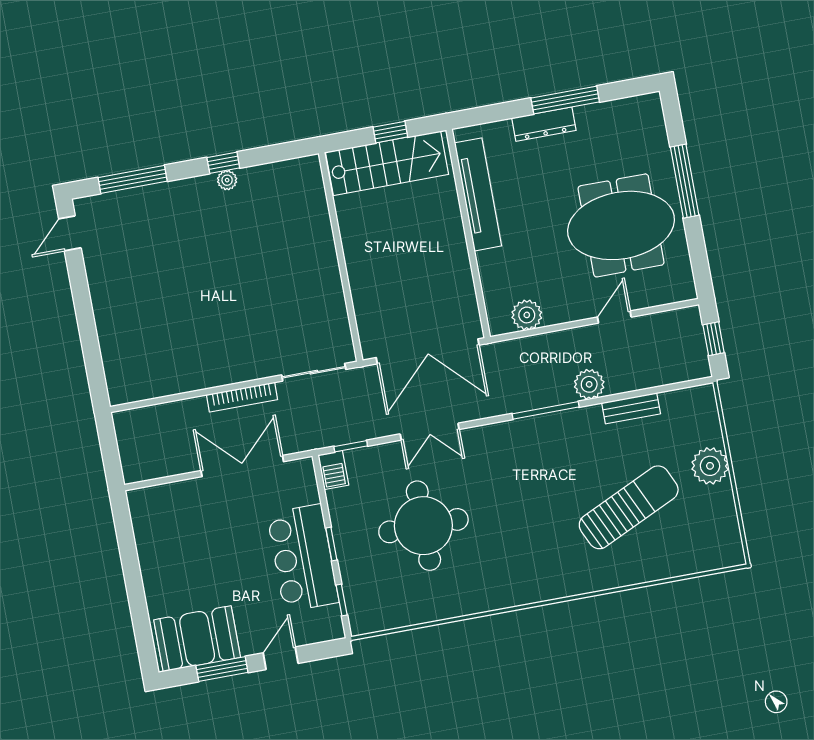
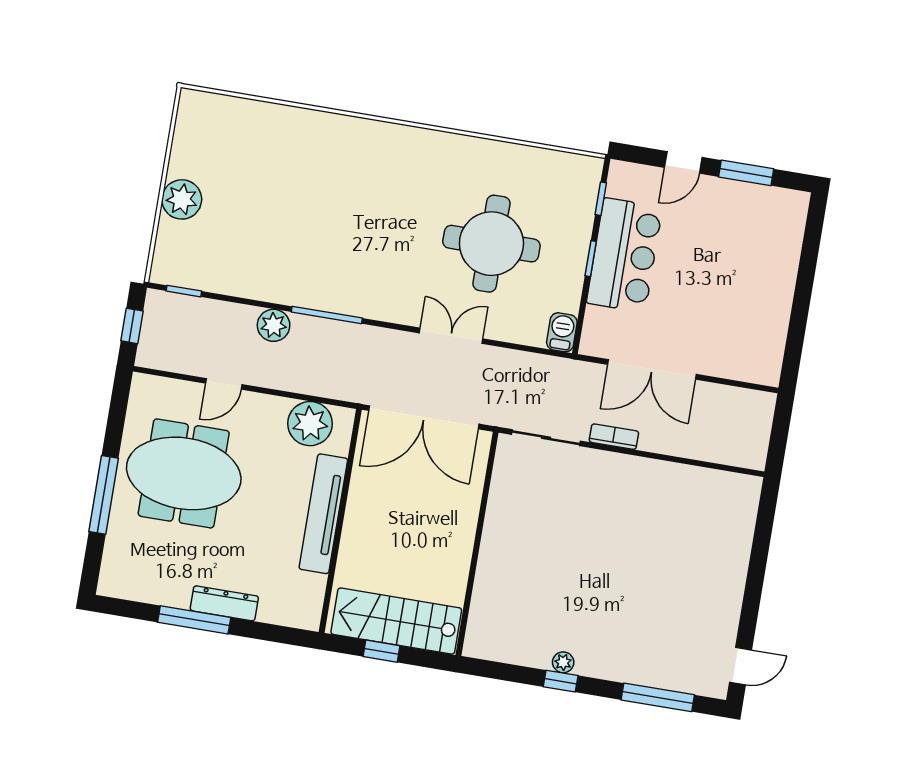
tv unit: (478, 194) -> (323, 514), moved
plant: (527, 315) -> (310, 424), width x1.36, depth x1.36
double door: (428, 351) -> (424, 417), swing flipped
bookcase: (242, 397) -> (614, 437), width x0.64
bench: (631, 408) -> (240, 286), removed
window: (351, 446) -> (184, 291), moved
sun lounger: (629, 507) -> (279, 187), removed
booth: (197, 639) -> (760, 212), removed

